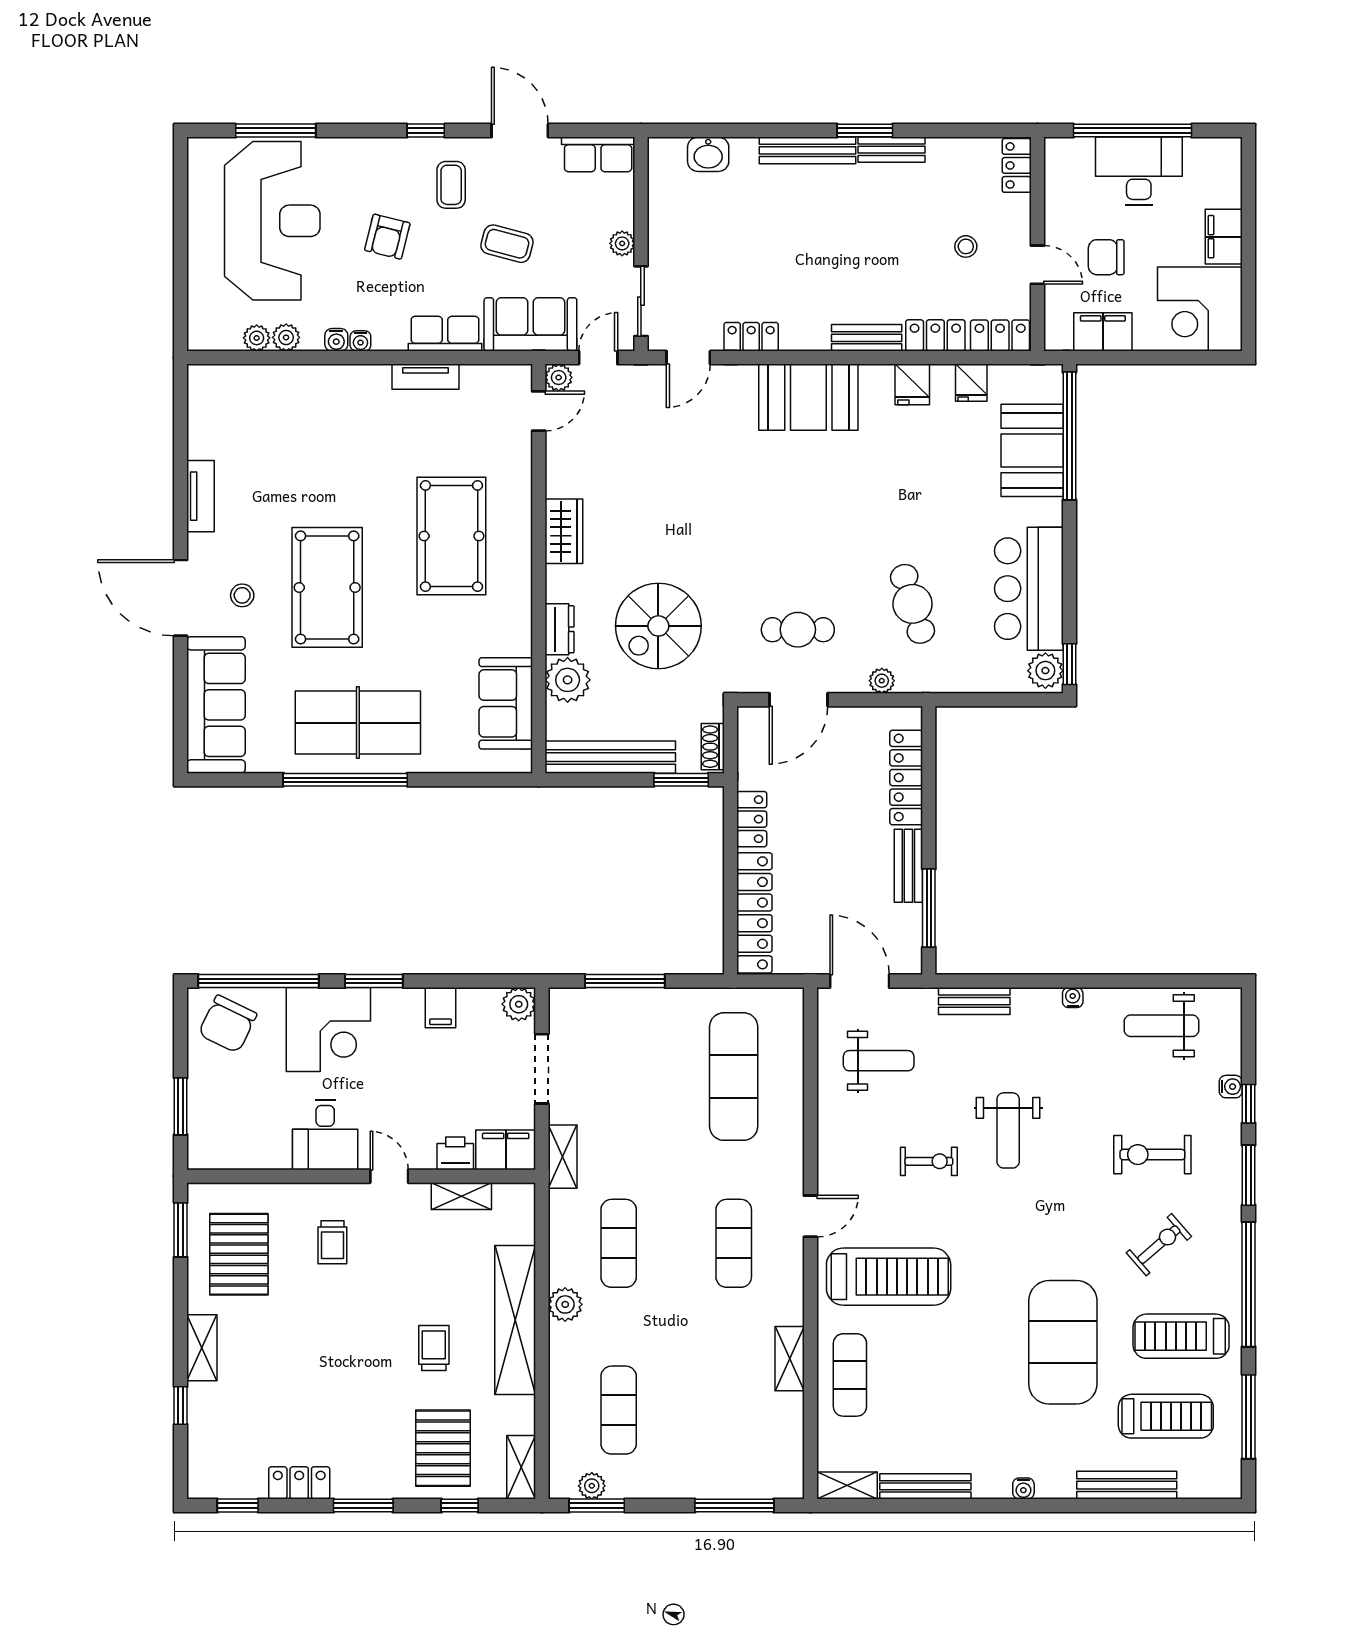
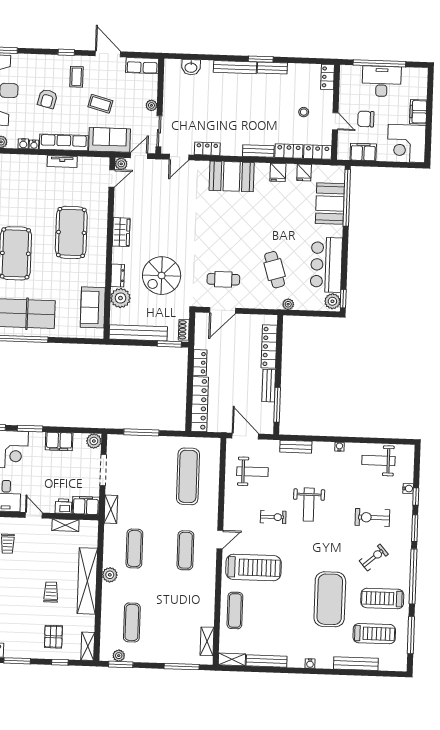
row of seats: (445, 334) -> (64, 142), width x1.48
plant: (882, 681) -> (288, 304), moved
filing cabinet: (441, 1008) -> (59, 441), width x2.00
shelving: (790, 1359) -> (207, 641), moved
pallet: (443, 1448) -> (53, 637), width x0.67, depth x0.71

